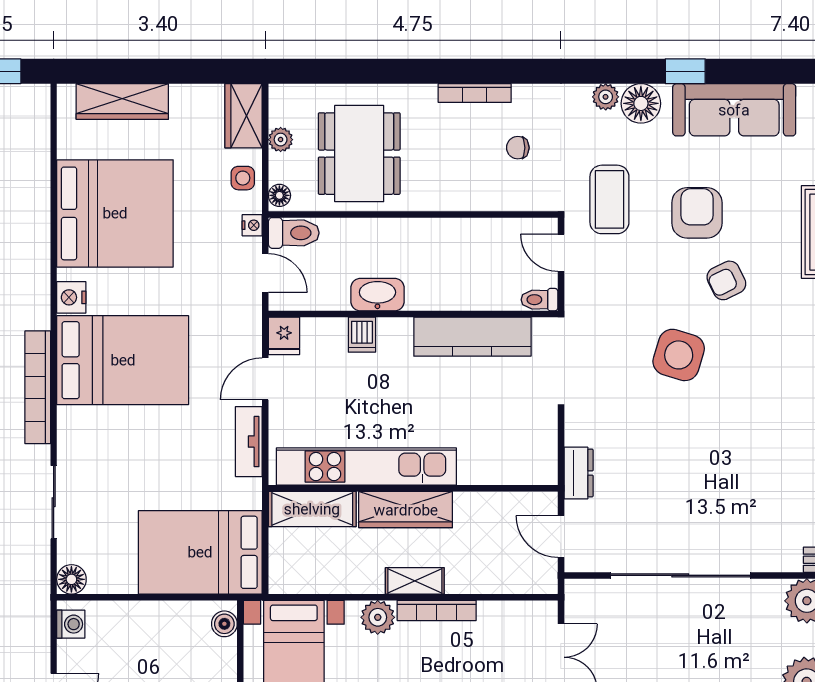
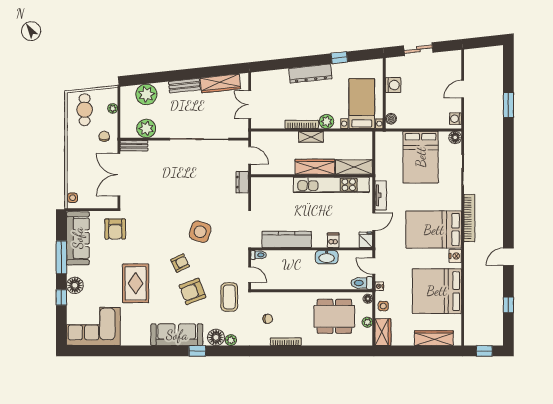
dining table: (359, 154) -> (334, 316), turned 90
armchair: (697, 213) -> (192, 291), turned 69
bed: (200, 552) -> (421, 157), moved, turned 90

